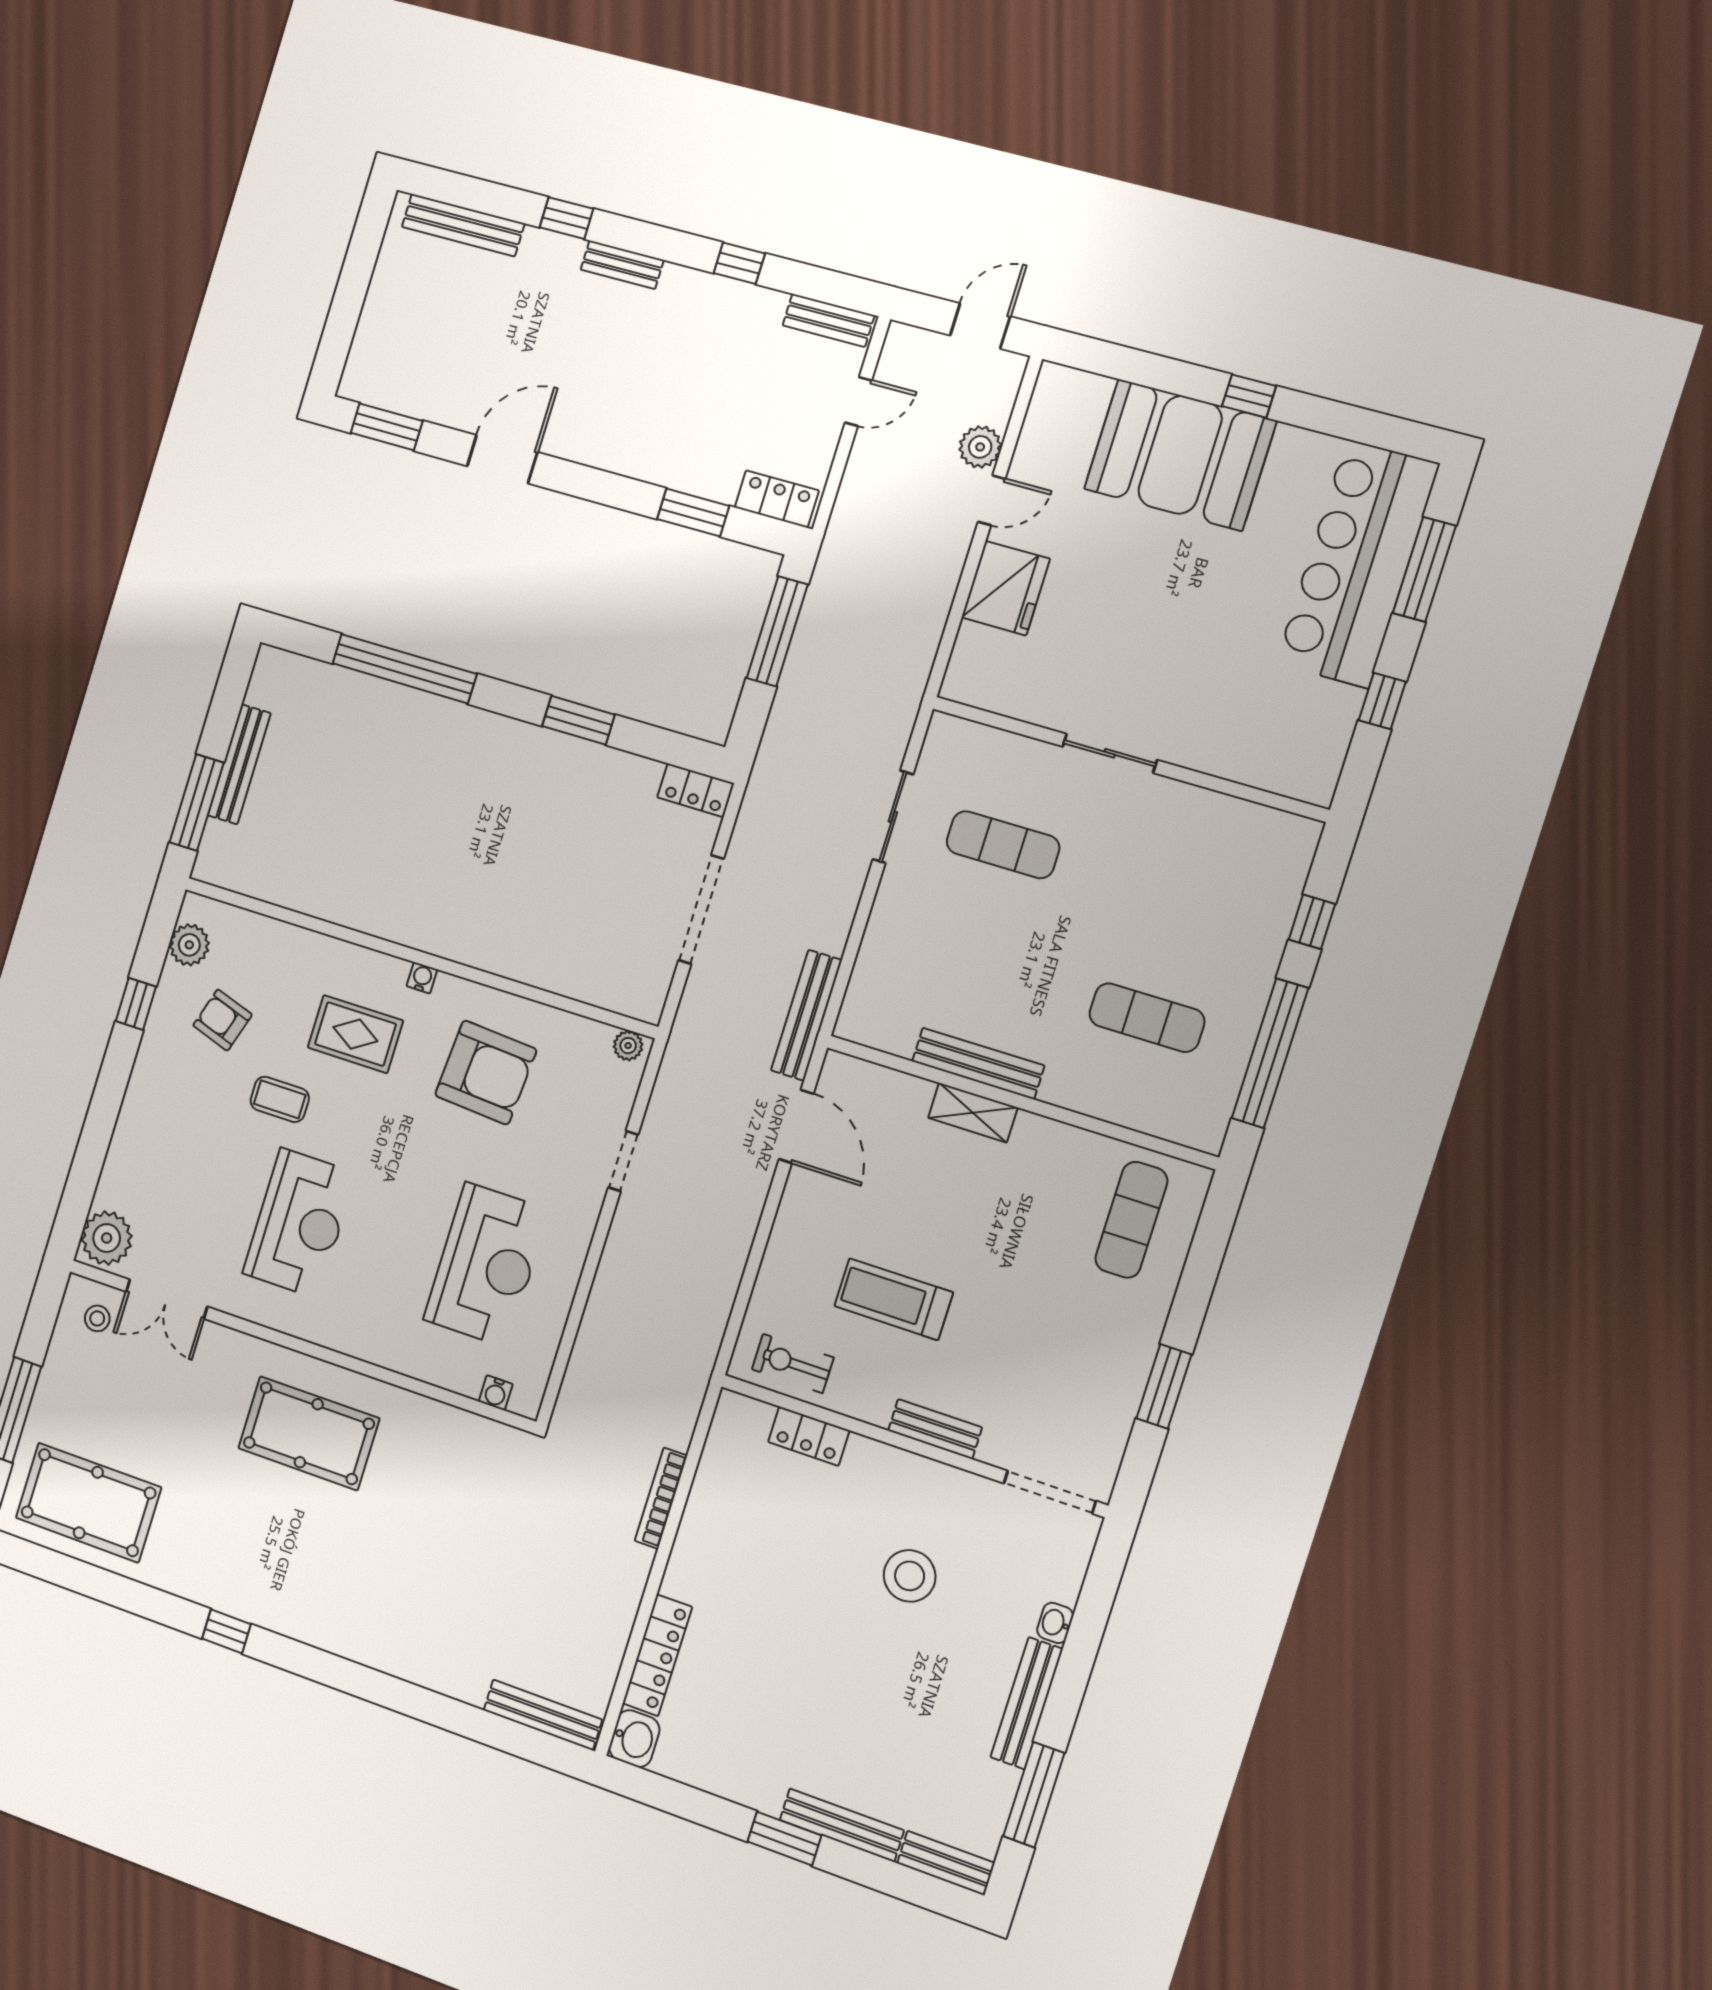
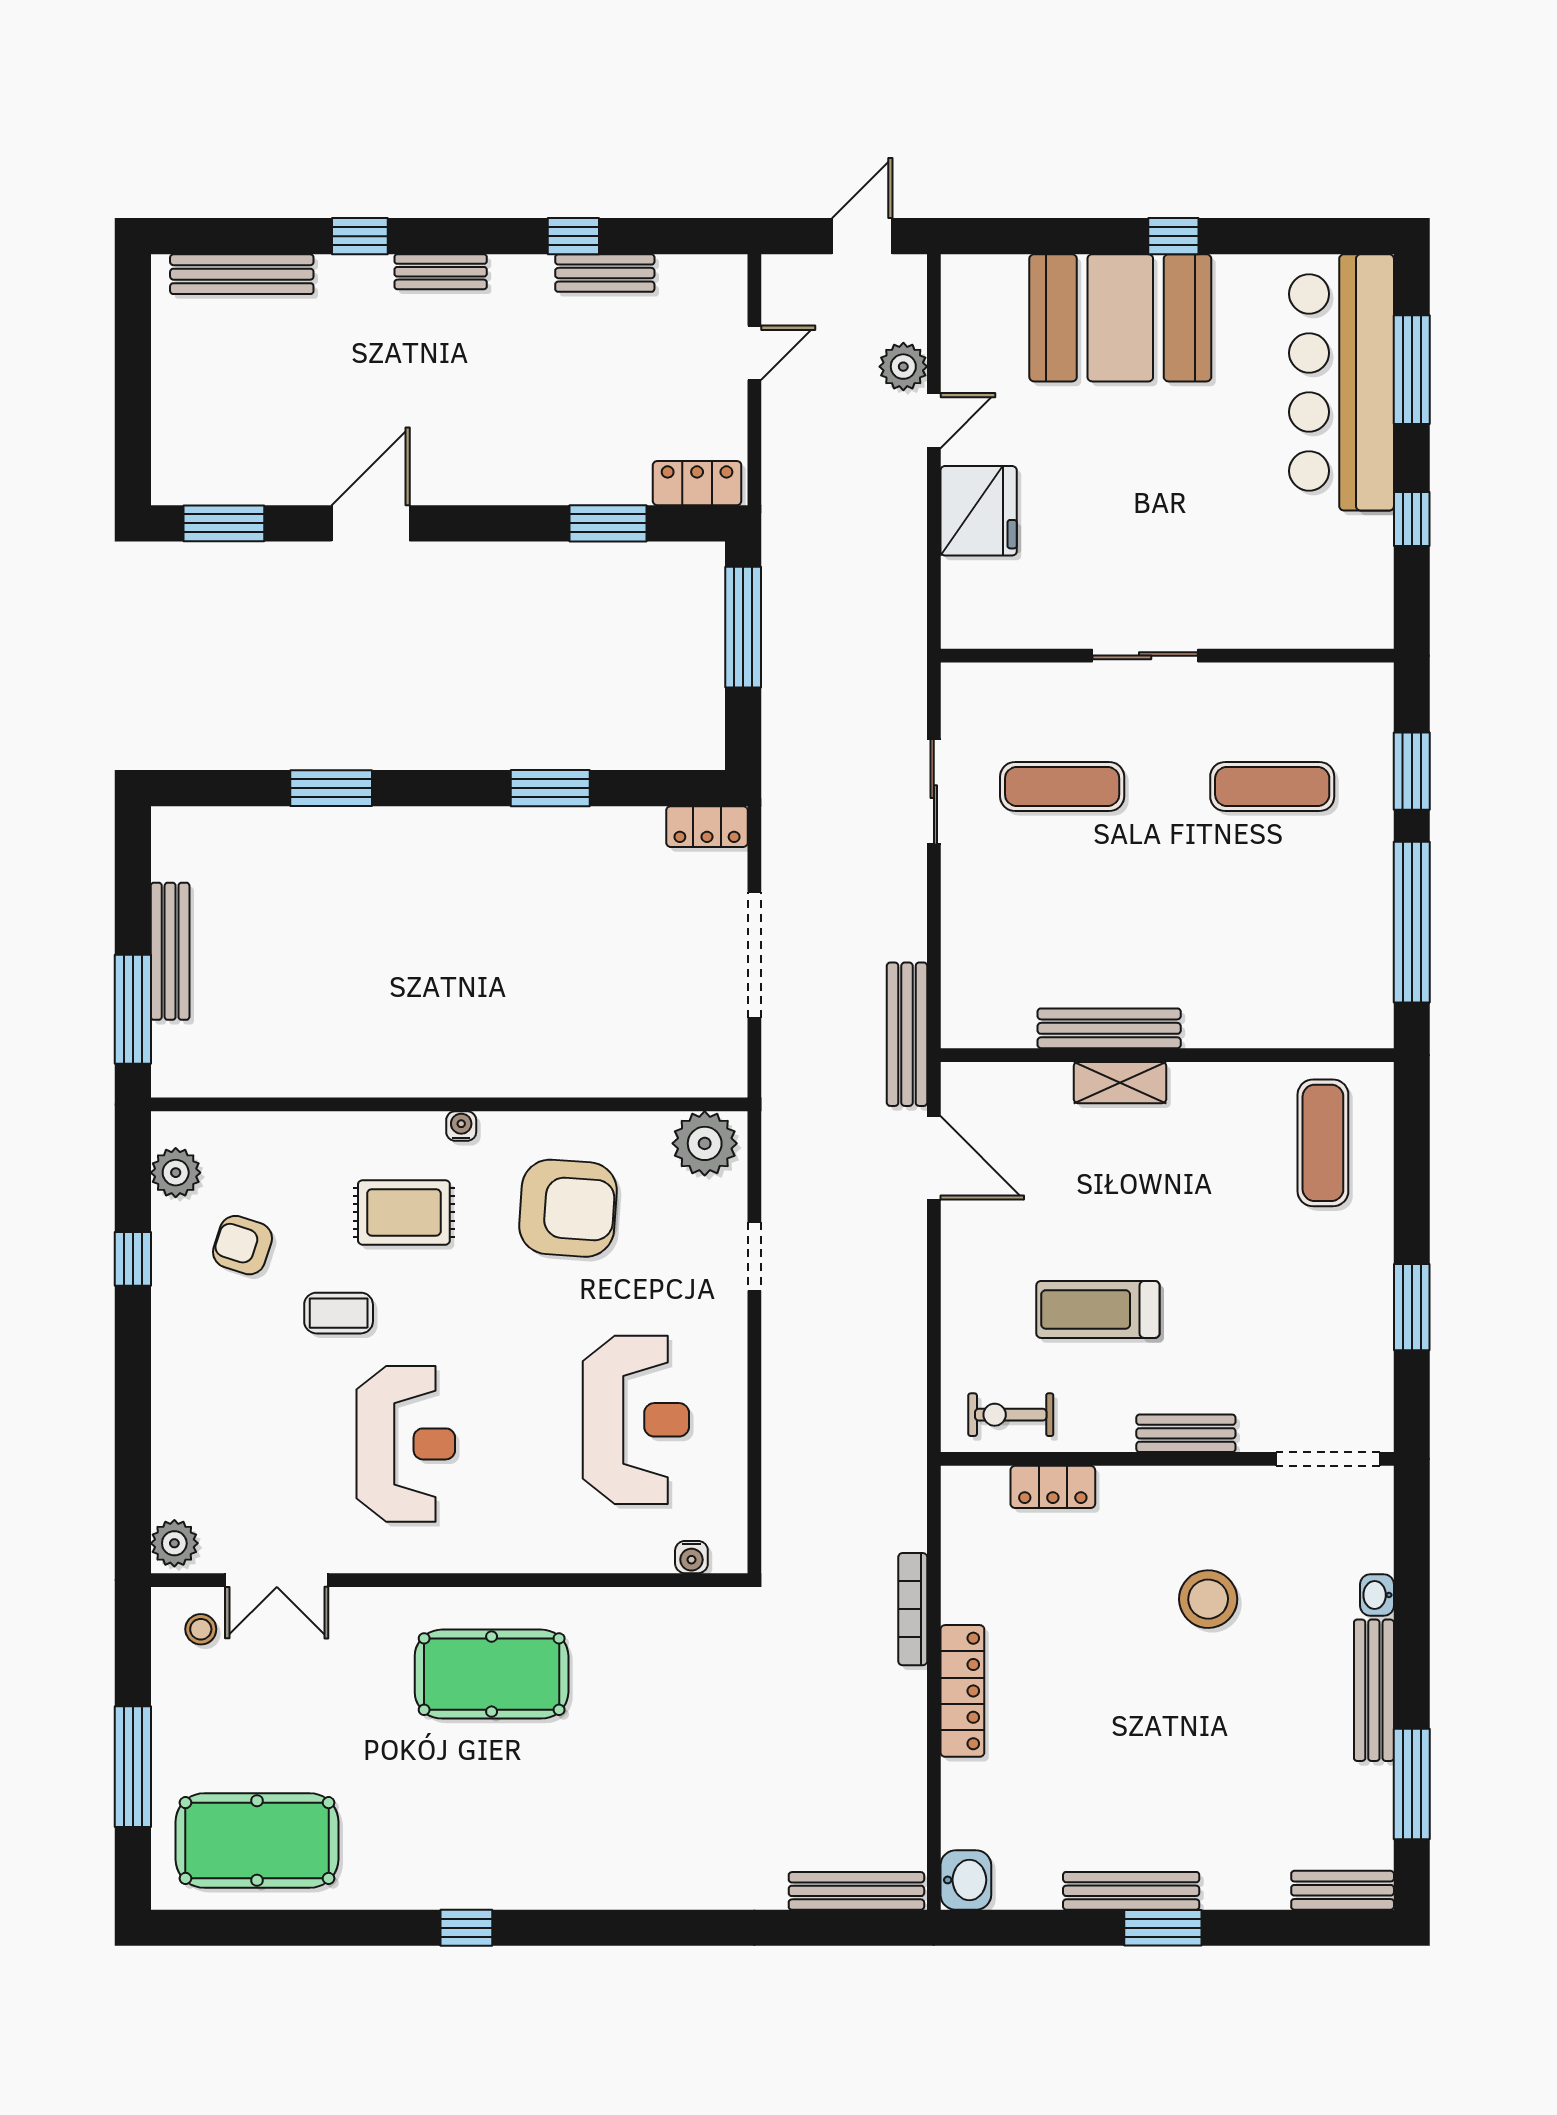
bench: (829, 320) -> (605, 273), moved
window: (404, 669) -> (331, 788), width x0.47
window: (1312, 922) -> (1412, 771), width x1.50
exercise mat: (1147, 1018) -> (1272, 786), moved
plant: (628, 1046) -> (705, 1143), width x1.88, depth x1.88
plant: (107, 1238) -> (174, 1543), width x0.73, depth x0.73
locker: (657, 1655) -> (962, 1691), moved
bench: (842, 1825) -> (1131, 1891), moved

